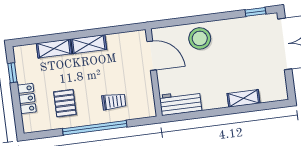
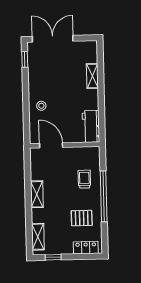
stool: (200, 38) -> (41, 106), width x0.53, depth x0.53
shelving: (54, 49) -> (38, 237), moved
door: (152, 56) -> (51, 145), hinge flipped
locker: (27, 98) -> (86, 248), moved

